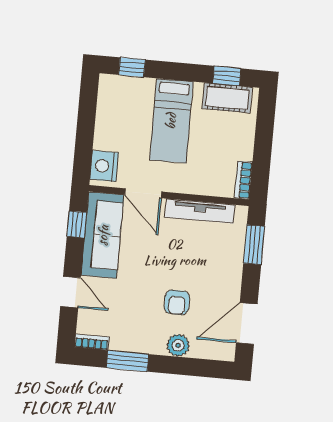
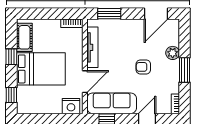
window: (227, 76) -> (11, 57), moved
bed: (171, 121) -> (41, 69), width x1.50
armchair: (177, 302) -> (143, 67), moved, turned 180
door: (247, 323) -> (156, 14), hinge flipped
window: (127, 361) -> (185, 70), moved

